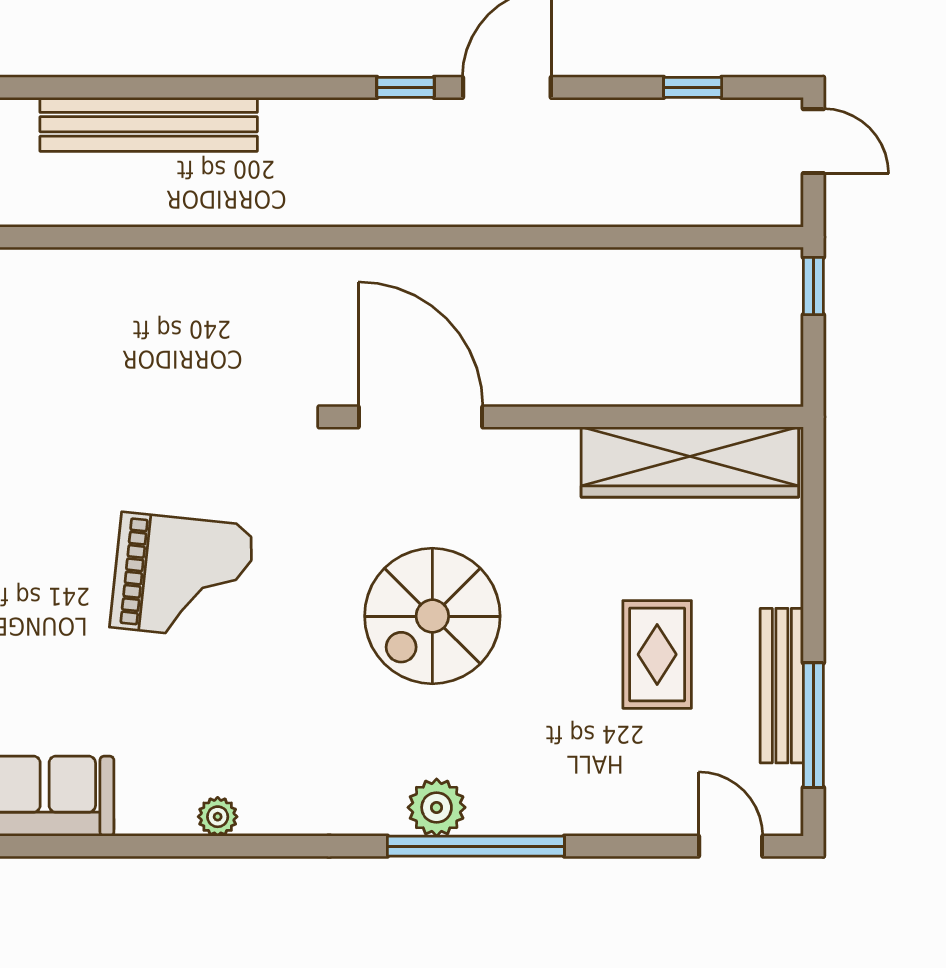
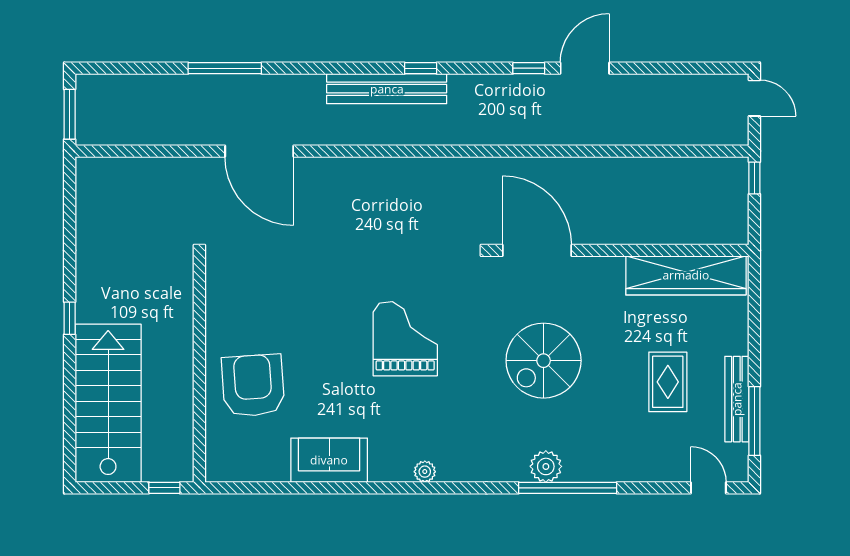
window: (693, 87) -> (421, 68), moved
grand piano: (182, 576) -> (405, 339), turned -96

